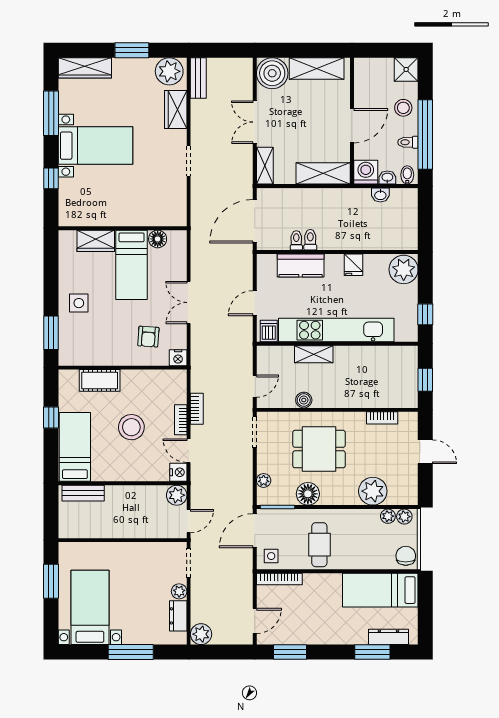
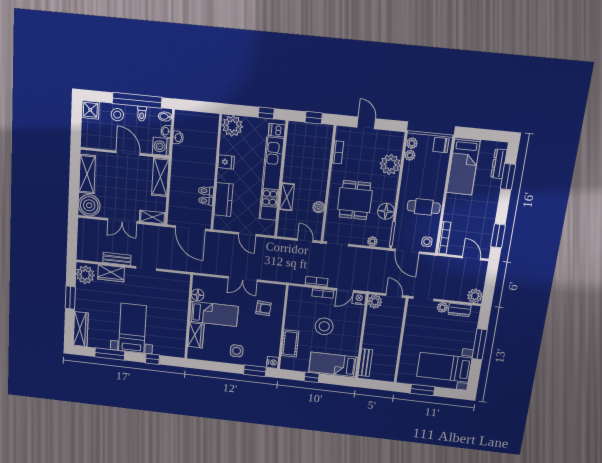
bench: (198, 78) -> (117, 259), moved
dishwasher: (269, 331) -> (277, 130), moved
nightstand: (178, 358) -> (273, 362), moved
door: (425, 452) -> (366, 123), hinge flipped

